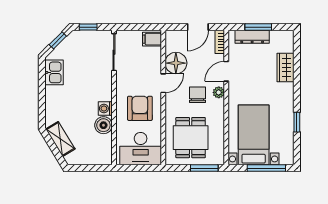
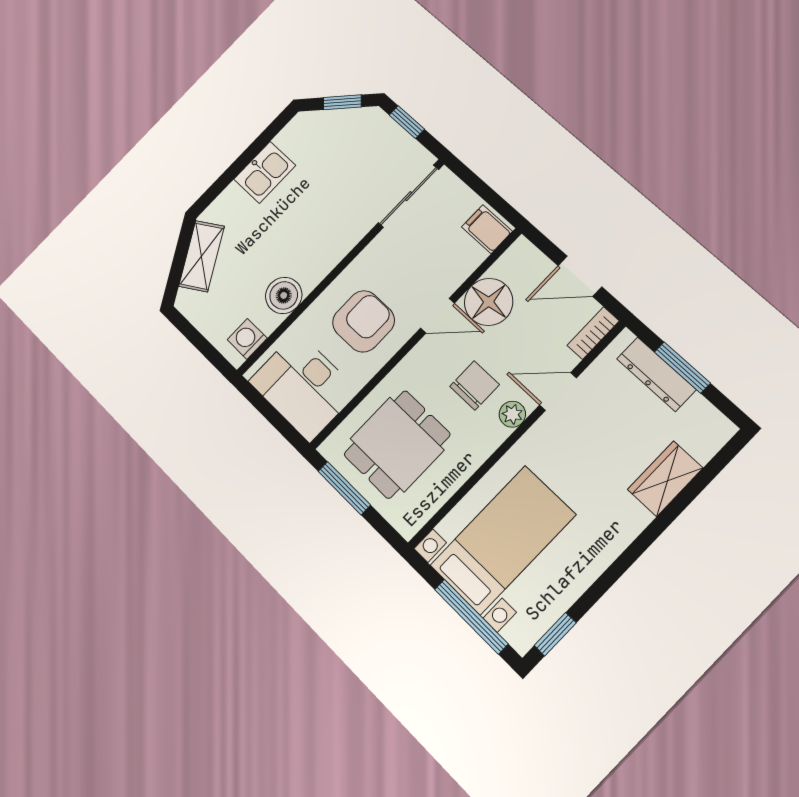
kitchen sink: (54, 72) -> (265, 172), moved
washing machine: (105, 108) -> (247, 339), moved
window: (297, 122) -> (555, 634), moved
window: (204, 168) -> (344, 488), moved

